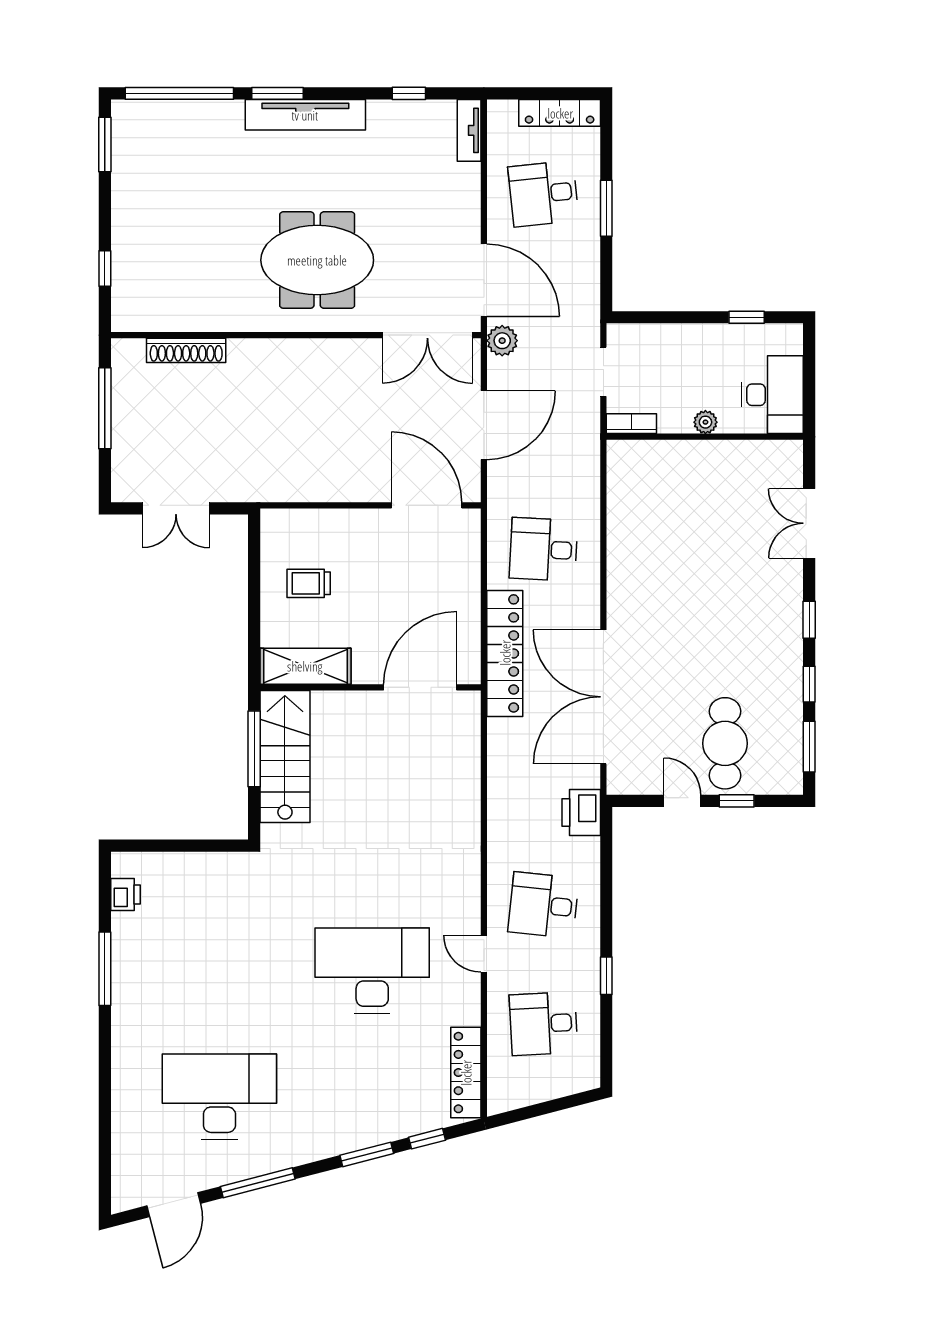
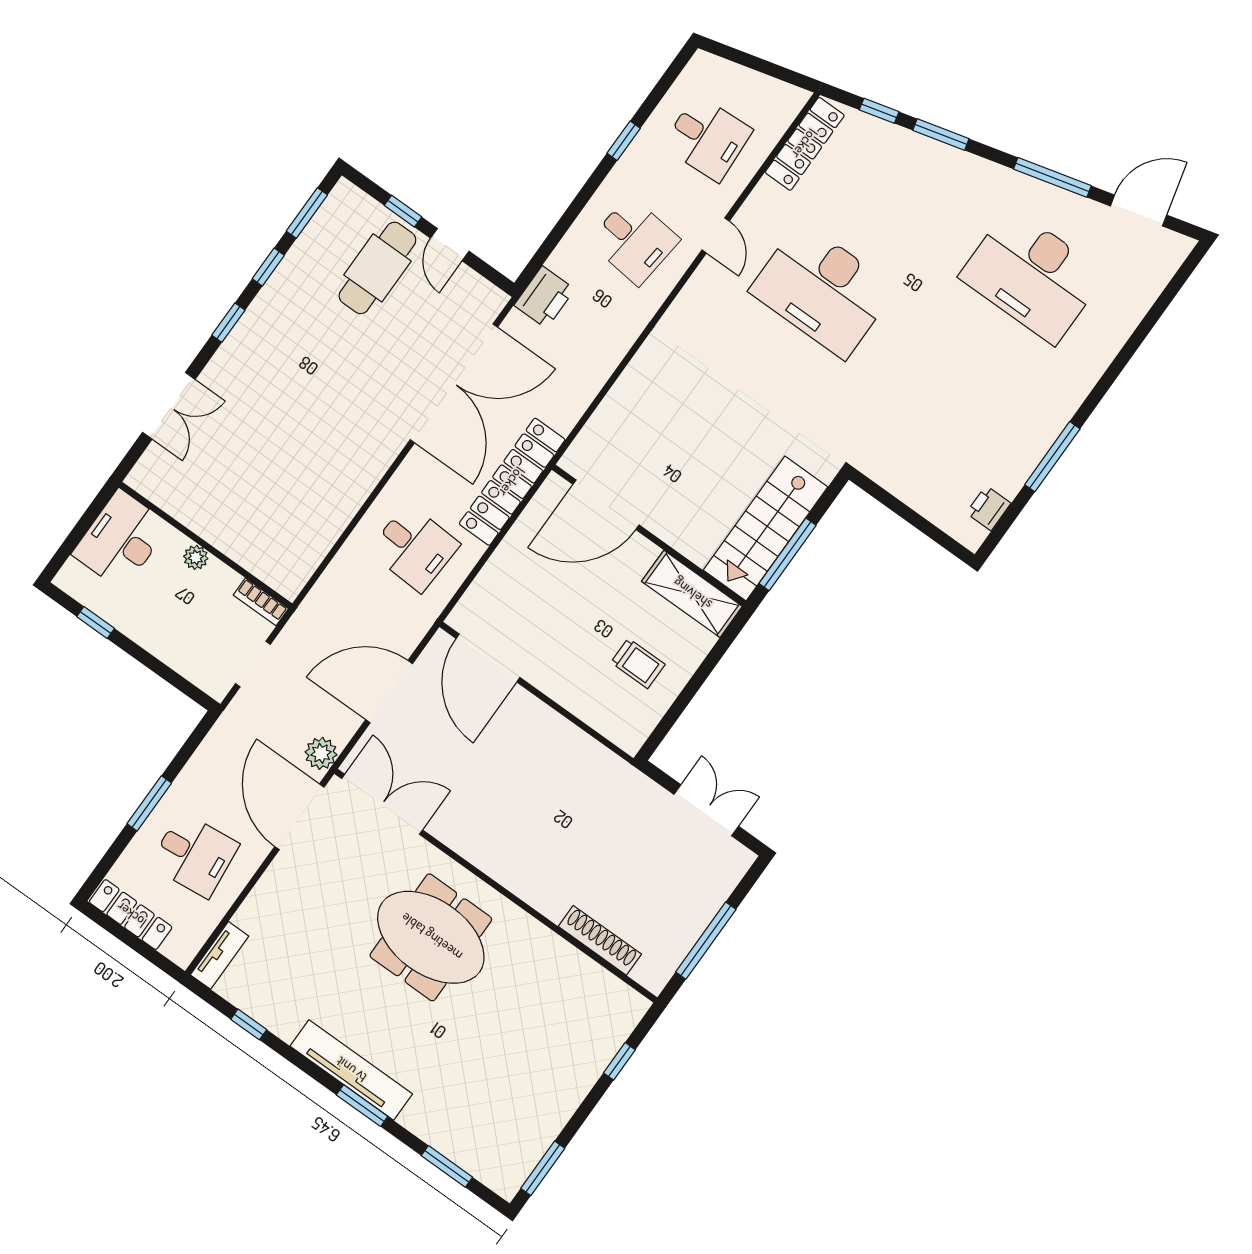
window: (179, 93) -> (447, 1166), width x0.47

